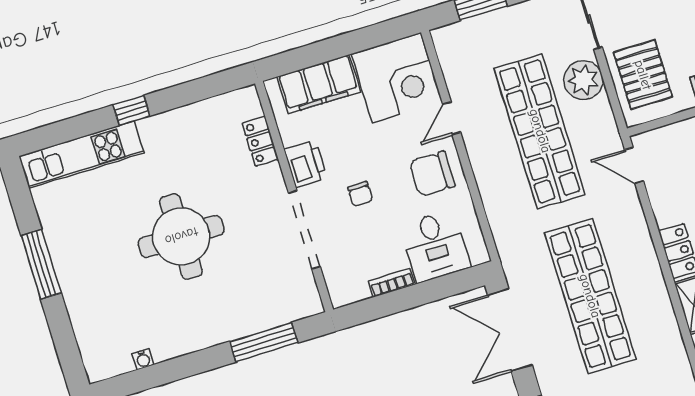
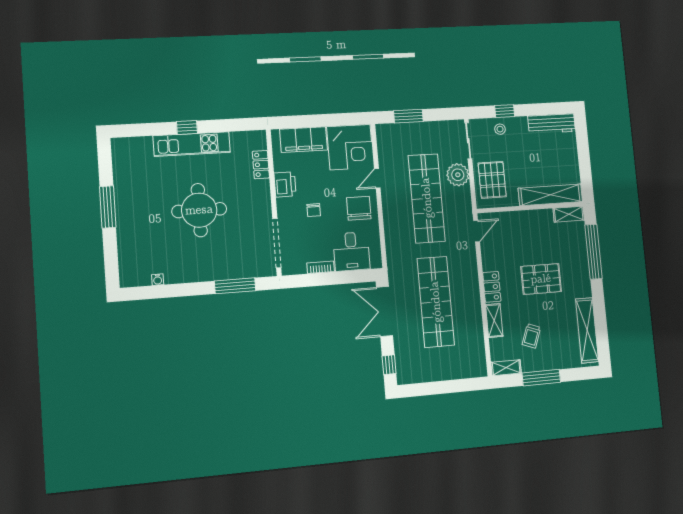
kitchen unit: (81, 155) -> (192, 144), moved
door: (634, 166) -> (477, 231), swing flipped
chair: (432, 174) -> (359, 208), turned 90
doorway: (304, 230) -> (277, 243), moved

